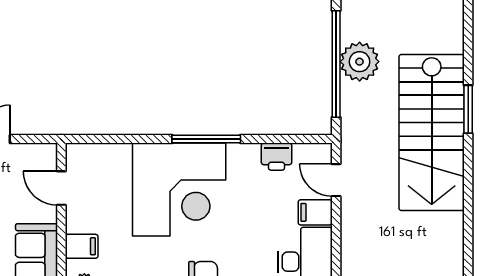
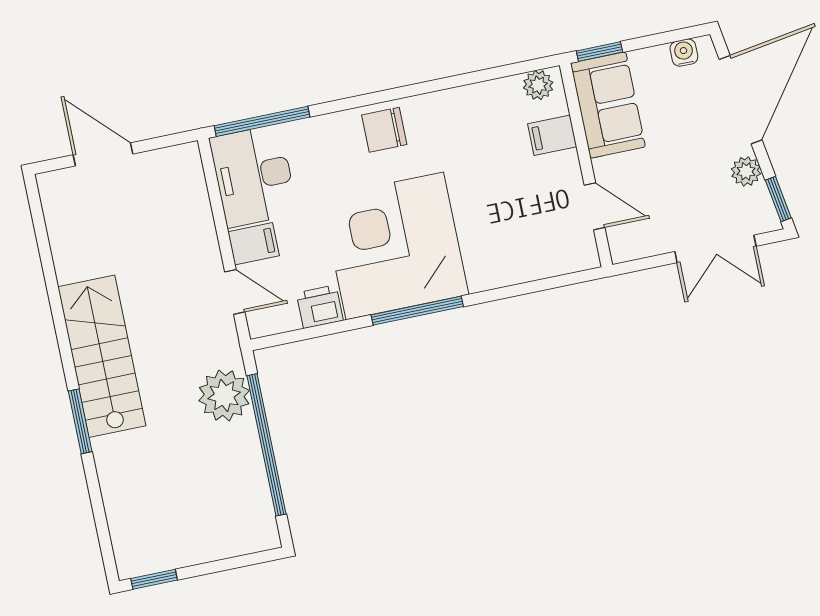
plant: (360, 62) -> (224, 396), moved
stairs: (432, 133) -> (102, 356), width x0.73, depth x0.66
corner desk: (179, 189) -> (395, 246), moved

